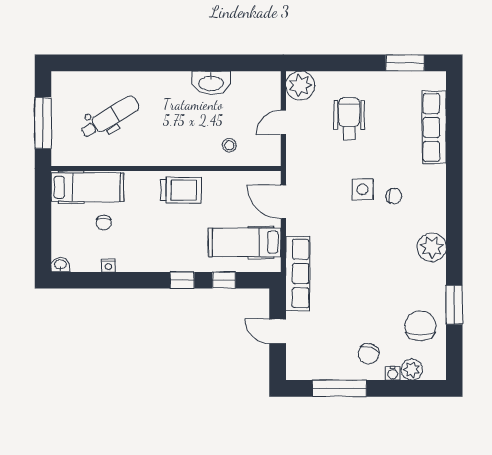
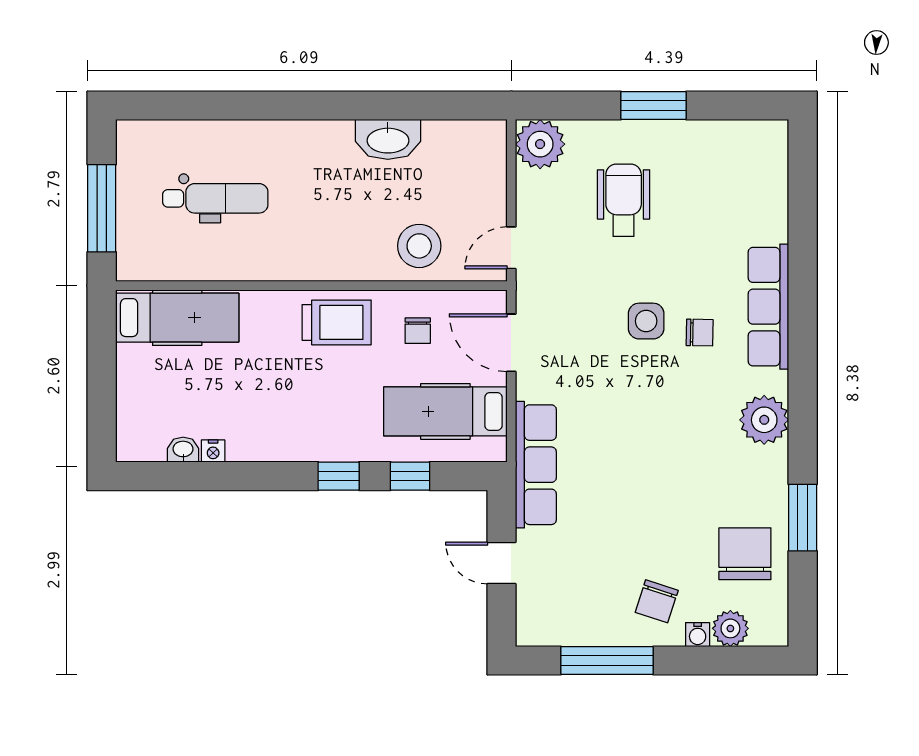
window: (405, 63) -> (653, 105), moved
dental chair: (110, 117) -> (215, 198), turned 31
door: (283, 123) -> (511, 248), moved
row of seats: (434, 127) -> (768, 307), moved
stool: (229, 145) -> (419, 246), width x1.89, depth x1.89
chair: (104, 223) -> (418, 331), moved
washbasin: (60, 265) -> (183, 450), moved

